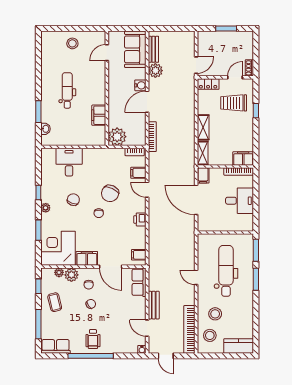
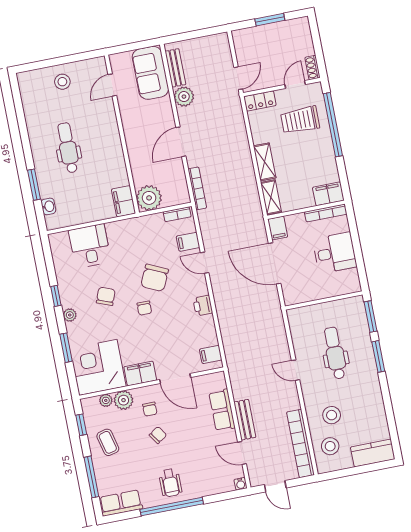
water cooler: (140, 85) -> (167, 121), removed
window: (256, 111) -> (333, 125), width x3.17
filing cabinet: (99, 115) -> (124, 201), moved
dental chair: (226, 271) -> (335, 353), width x0.73, depth x0.72
row of seats: (139, 282) -> (222, 410), moved

